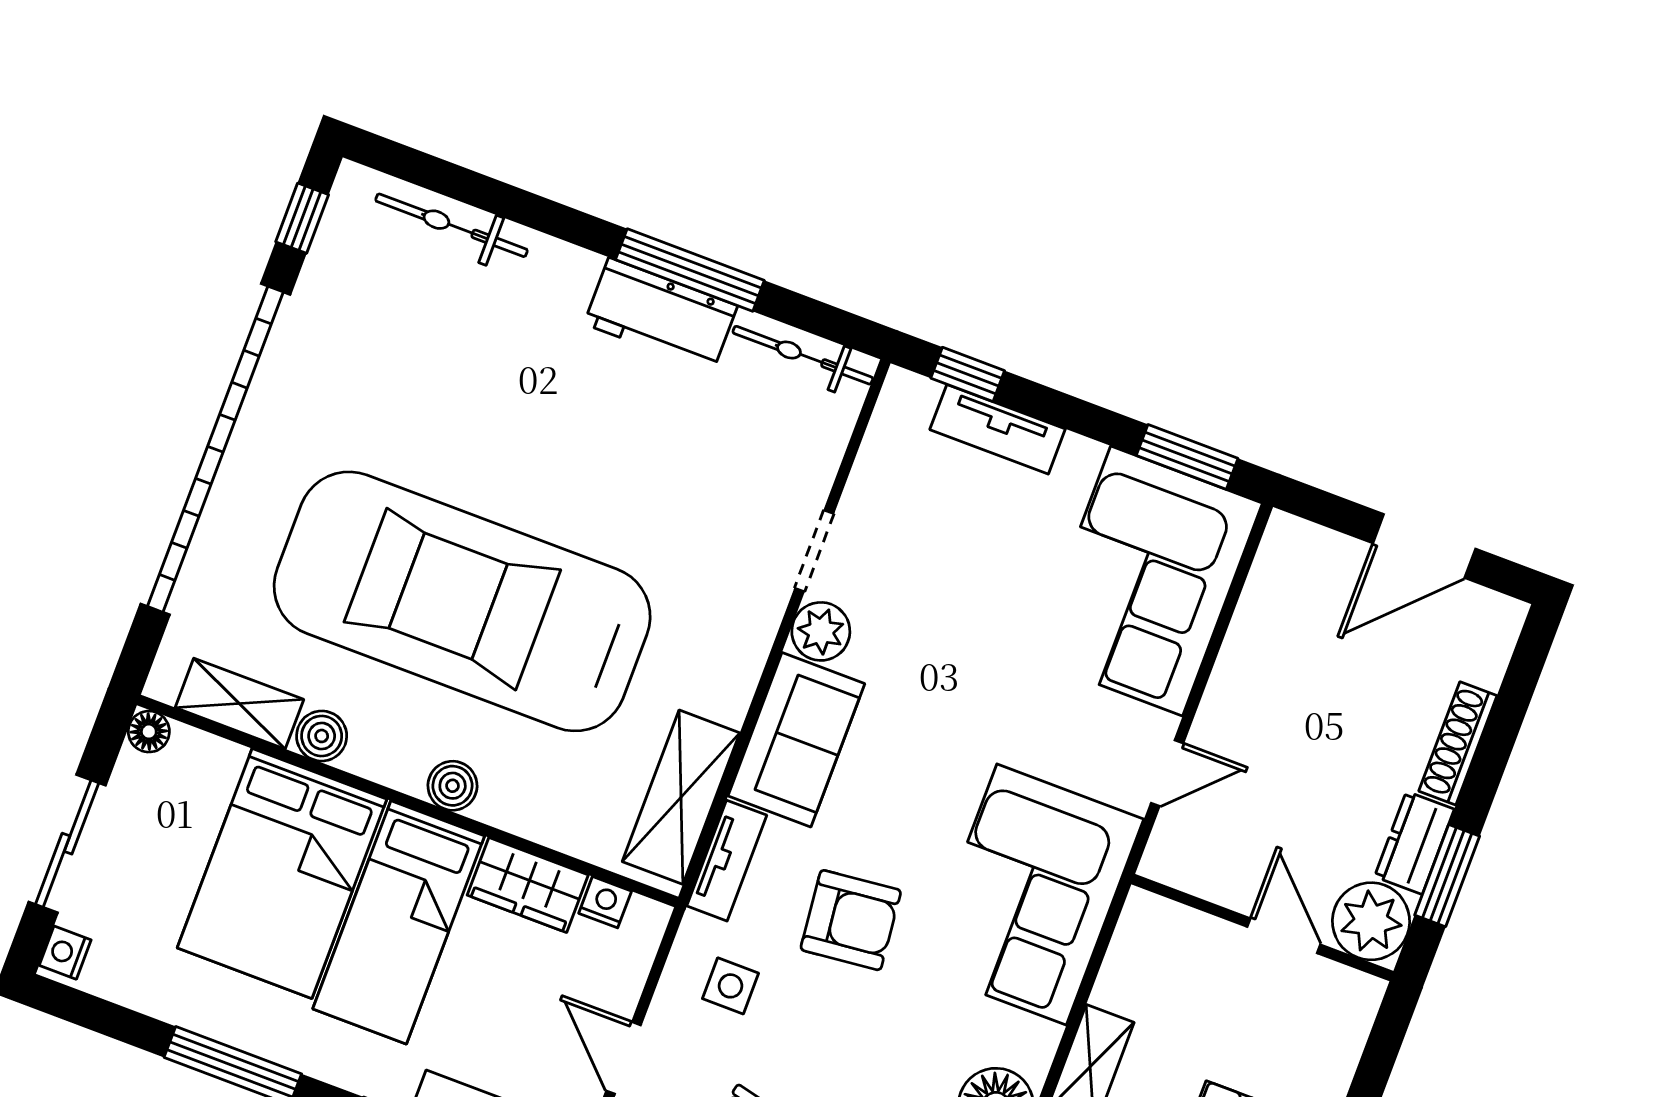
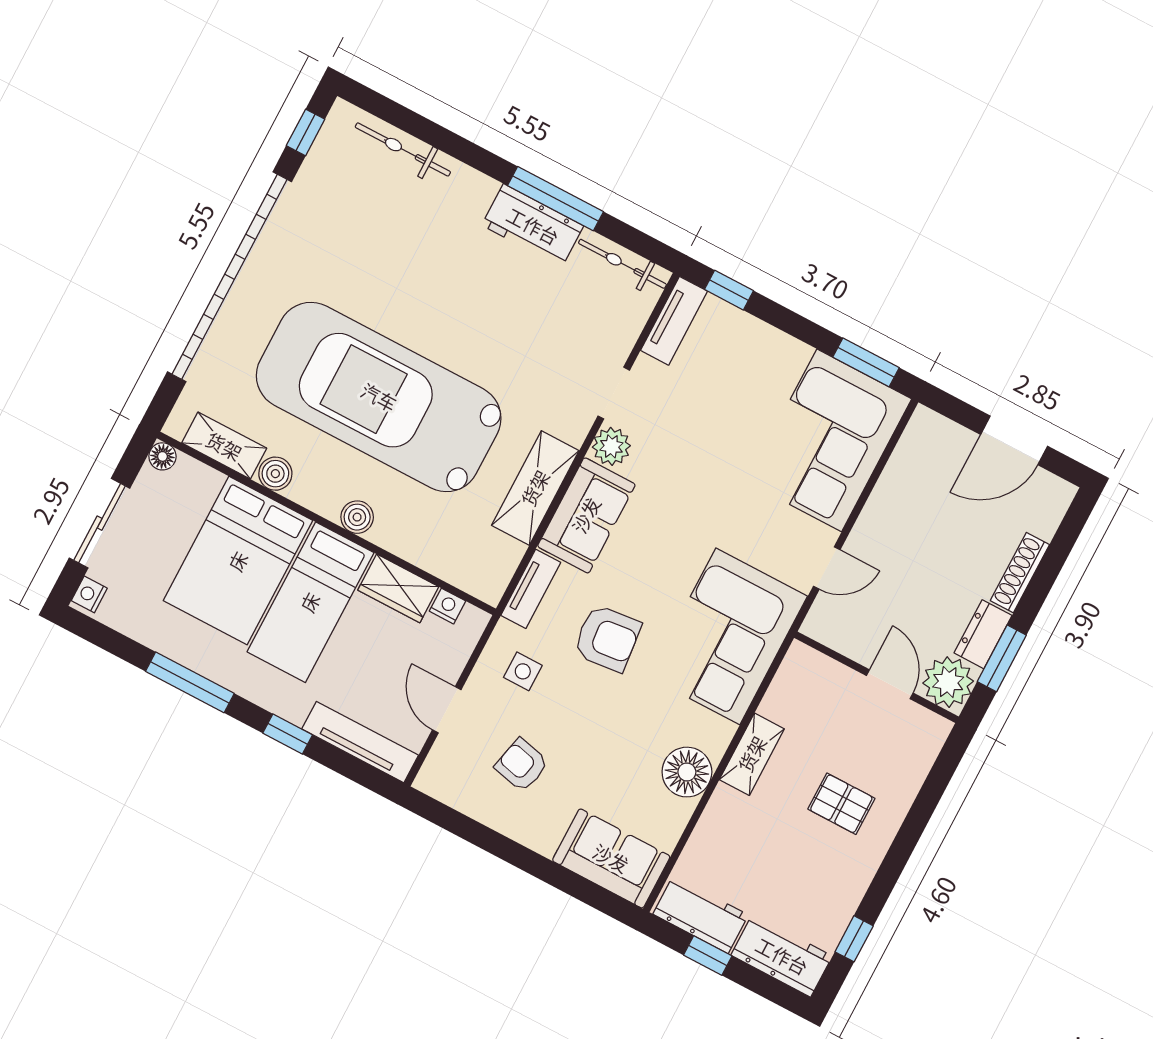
tv unit: (998, 429) -> (674, 321), moved, turned -90
shelving: (681, 797) -> (535, 488), moved

